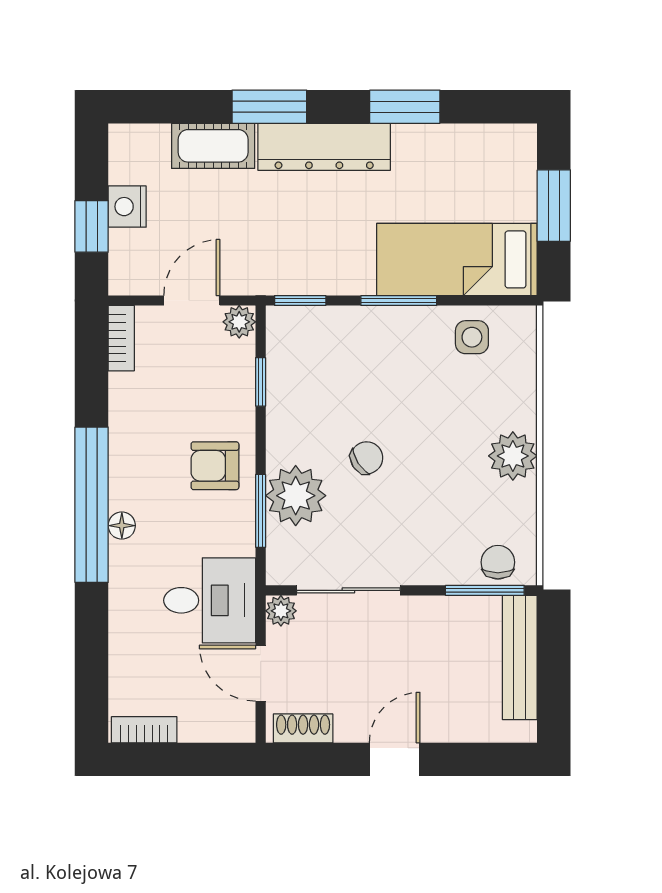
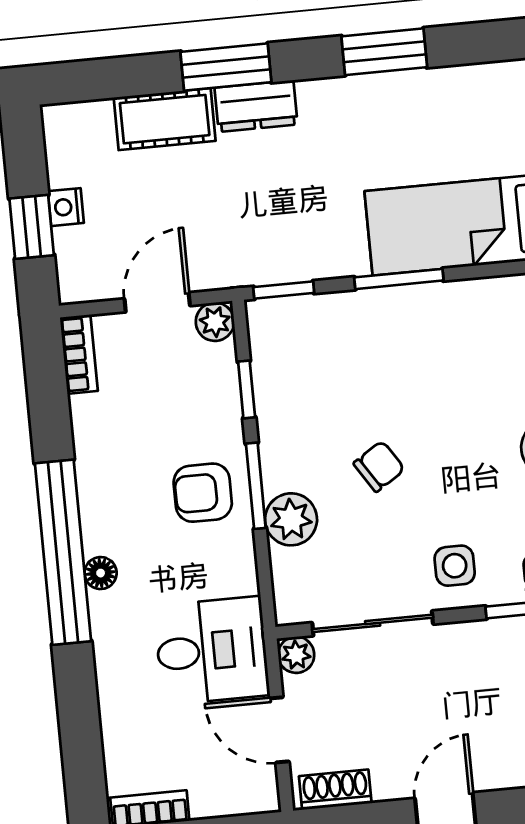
dresser: (324, 147) -> (256, 106), width x0.51, depth x0.80
nightstand: (127, 207) -> (66, 207), width x0.72, depth x0.74
side table: (472, 337) -> (455, 566), moved
plant: (296, 496) -> (291, 519), width x0.73, depth x0.73
window: (261, 511) -> (256, 486), moved

